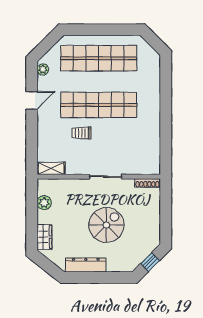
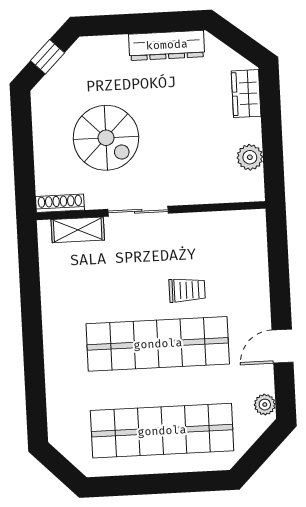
shelving: (51, 168) -> (78, 230), moved
spiral stairs: (106, 225) -> (106, 138), moved, turned -90

